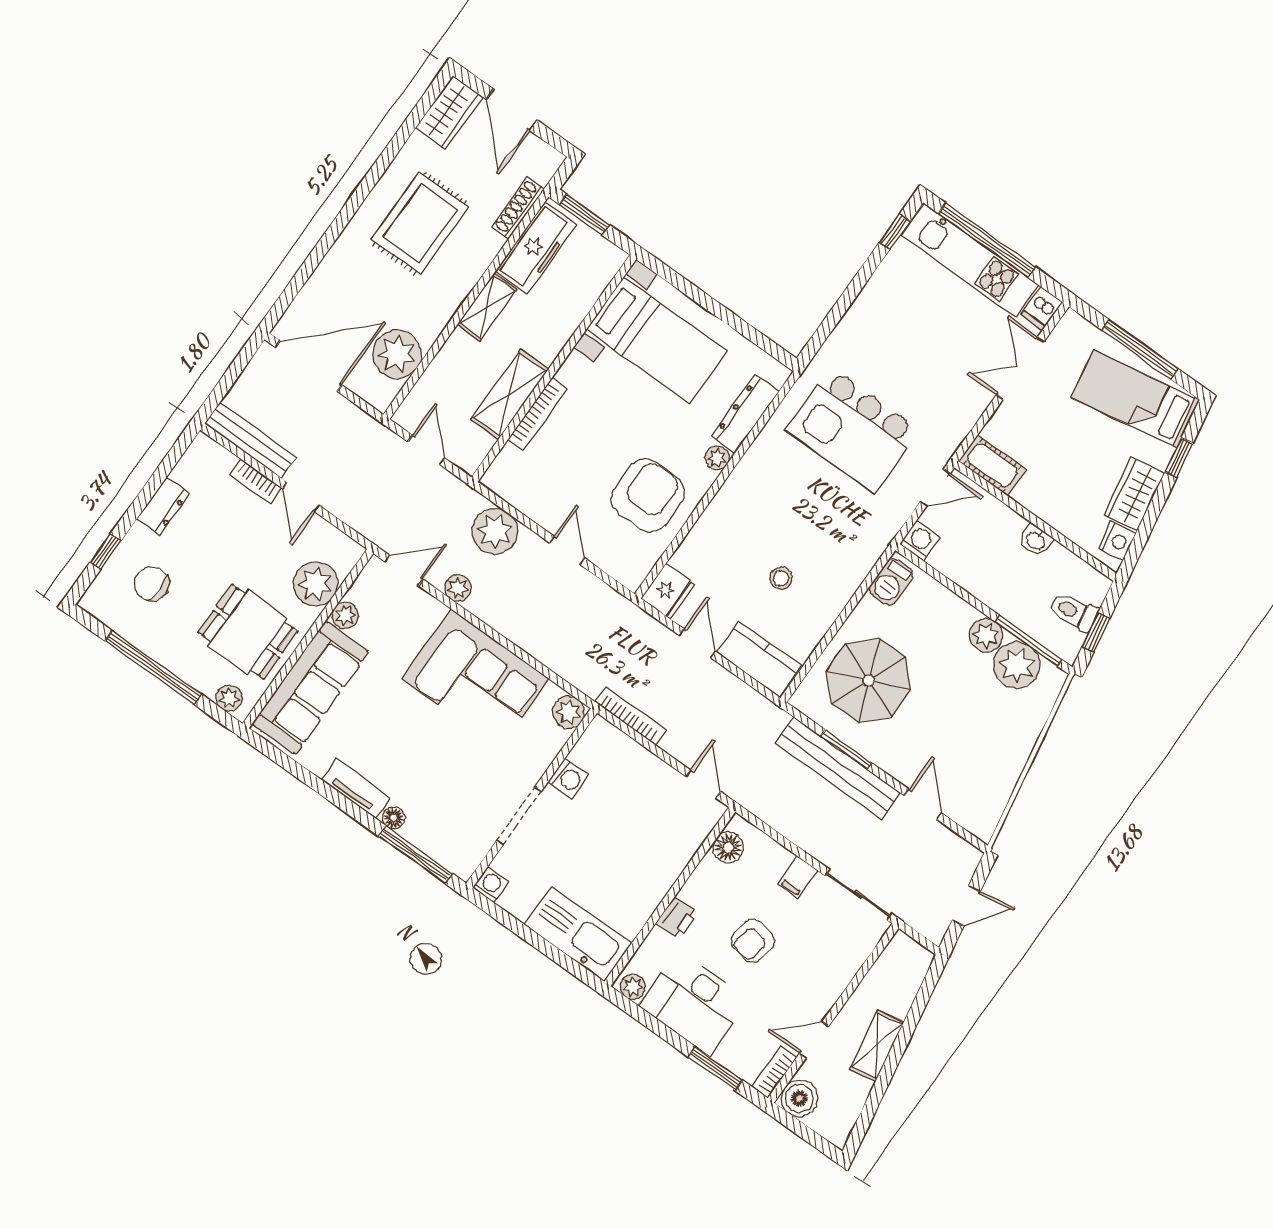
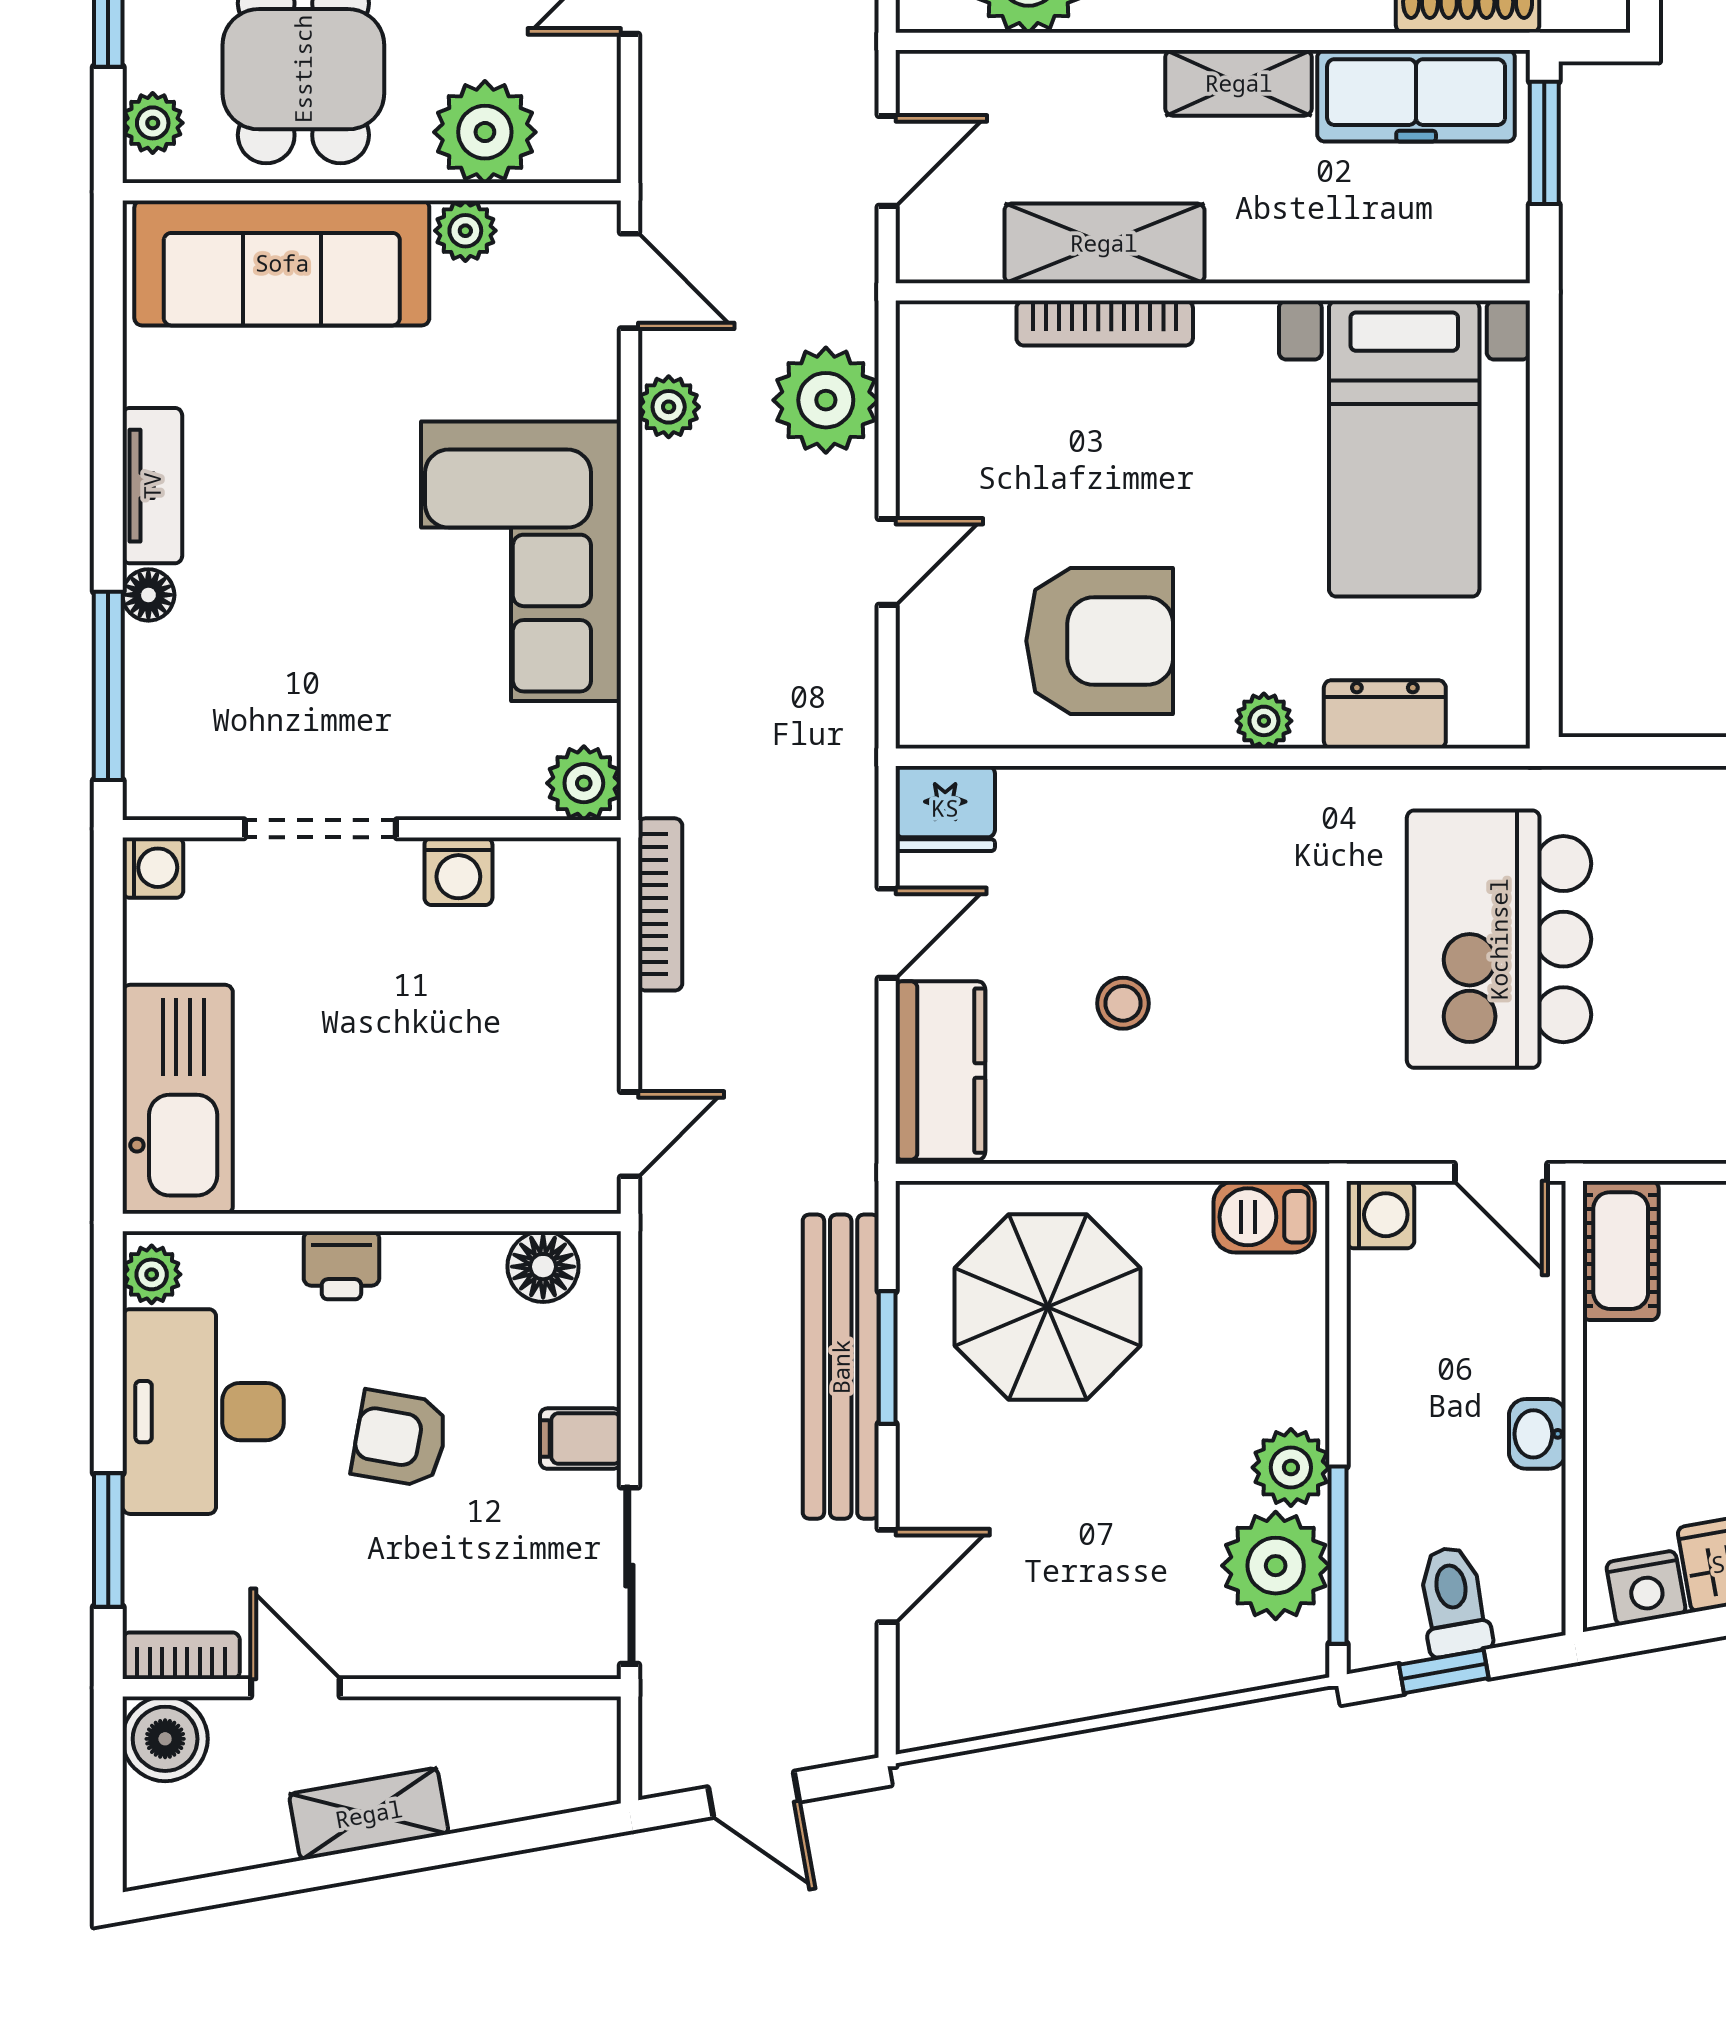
dresser: (745, 414) -> (1385, 714), width x0.70

